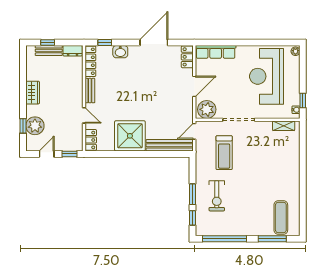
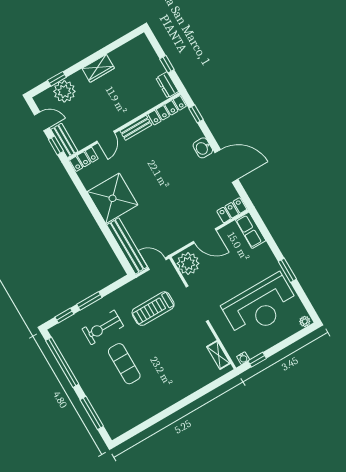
window: (48, 42) -> (167, 64), moved
window: (252, 42) -> (287, 270), added
bench: (49, 50) -> (64, 140), moved
washbasin: (120, 52) -> (203, 148), moved
row of seats: (216, 52) -> (251, 230), width x0.68
reception desk: (266, 76) -> (260, 306), turned 180
exercise mat: (281, 218) -> (124, 364), moved, turned 90

